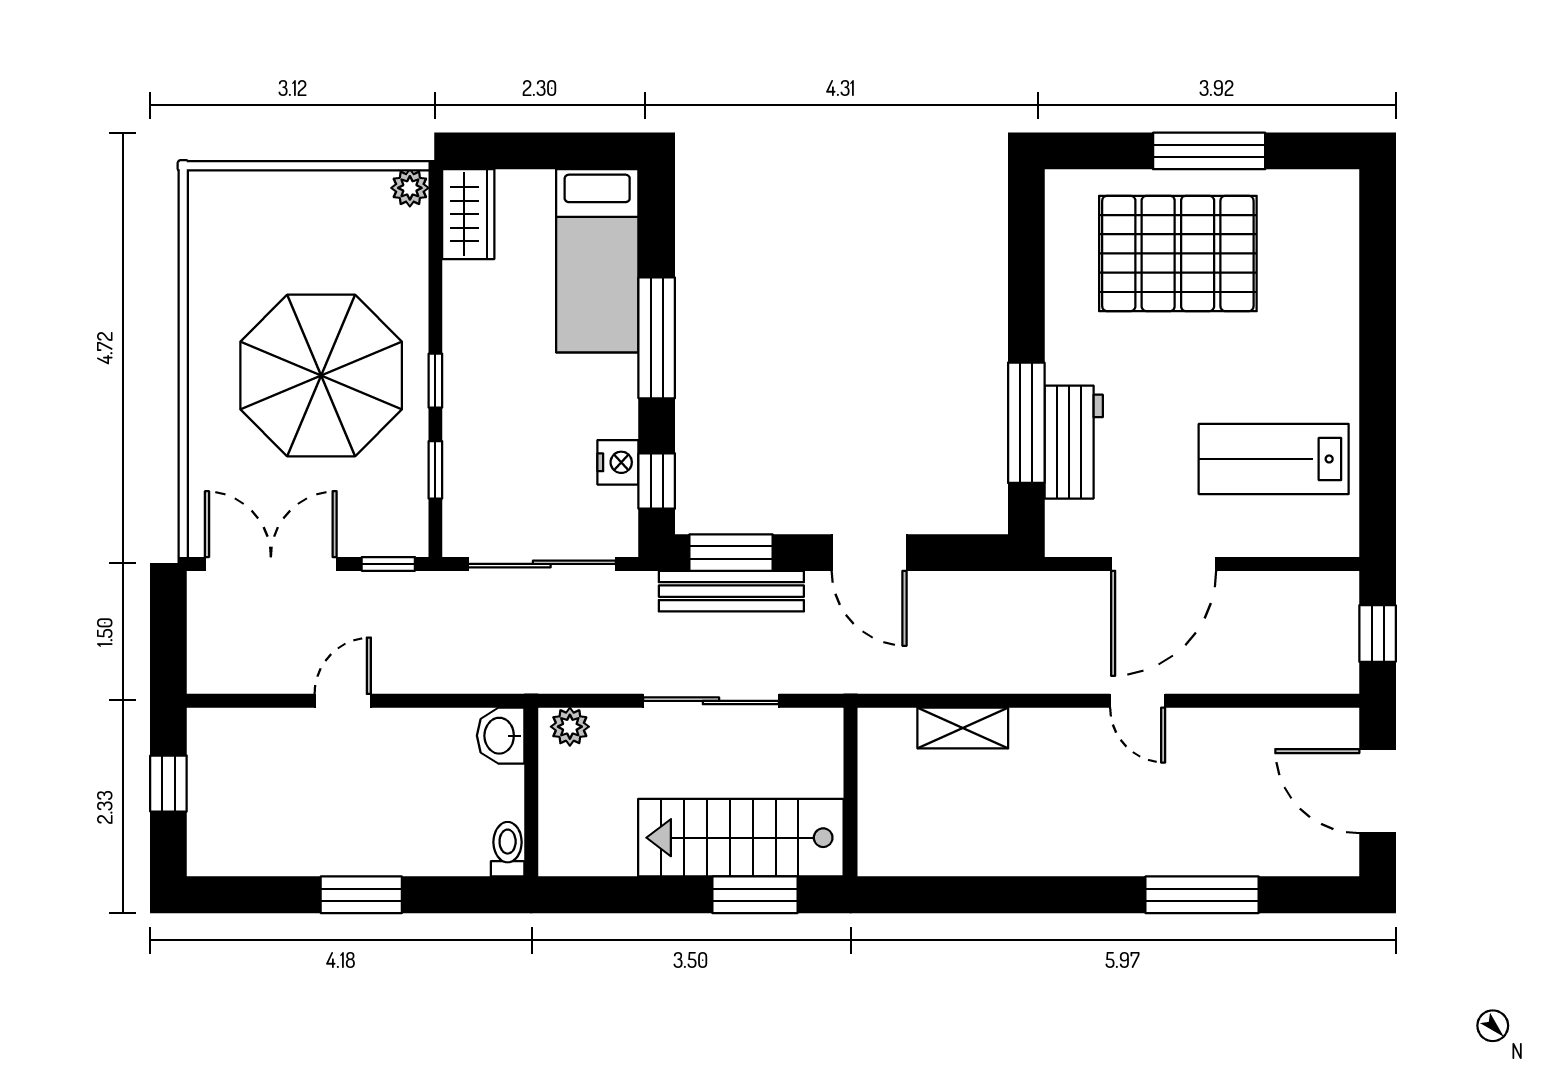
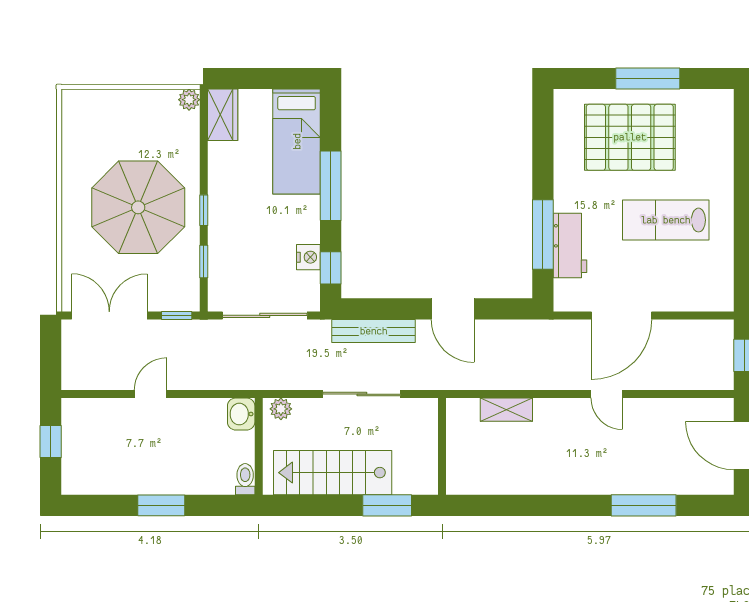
lab bench: (1274, 459) -> (666, 220), moved
window: (731, 553) -> (373, 309), removed
stairs: (741, 838) -> (333, 473), moved

